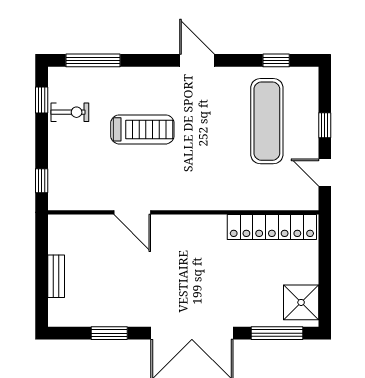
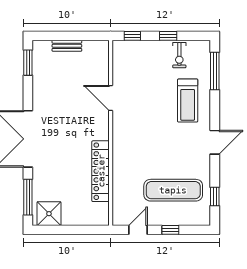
window: (42, 100) -> (168, 36), moved
treadmill: (142, 129) -> (188, 101), moved
door: (132, 212) -> (111, 98), hinge flipped
locker: (272, 227) -> (101, 171), moved
window: (109, 333) -> (28, 63), moved

